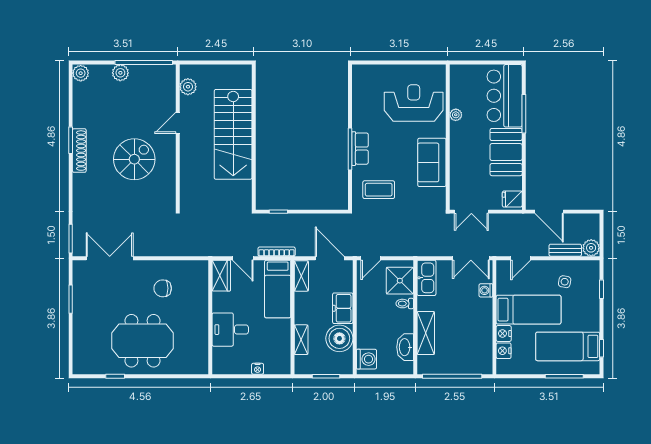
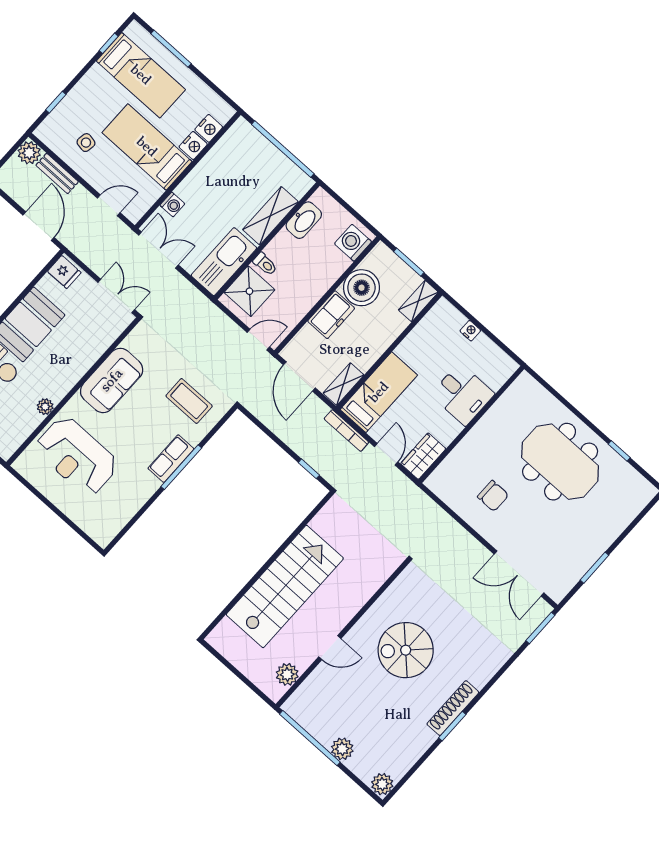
kitchen sink: (426, 278) -> (224, 262), width x1.36, depth x1.24
shelving: (301, 340) -> (418, 301), moved

